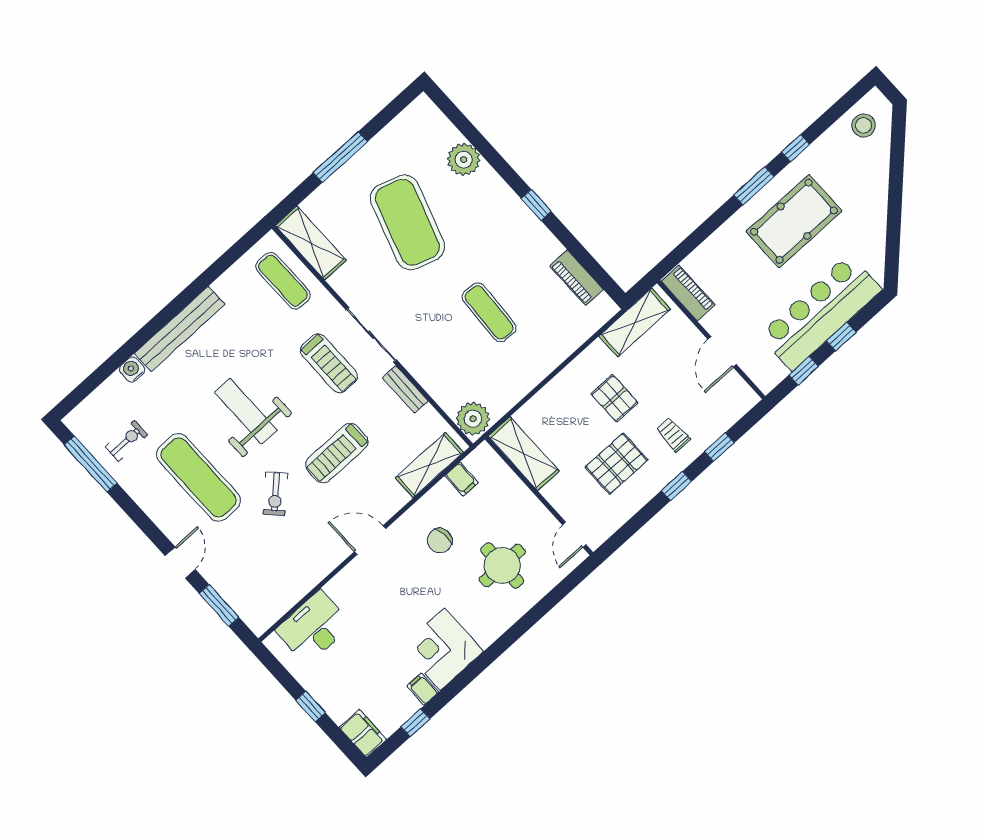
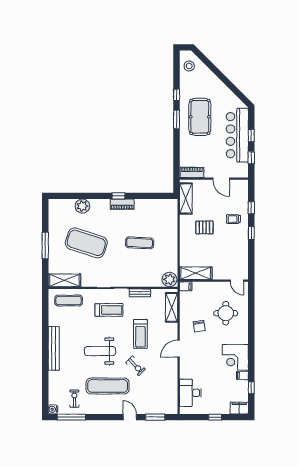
piano: (577, 278) -> (122, 204), moved
water cooler: (132, 370) -> (53, 409), moved
pallet: (616, 464) -> (226, 246), removed
filing cabinet: (461, 479) -> (186, 286), moved

